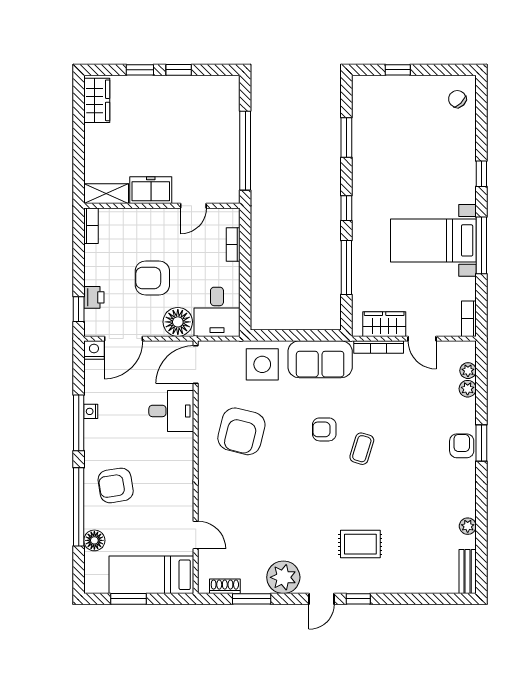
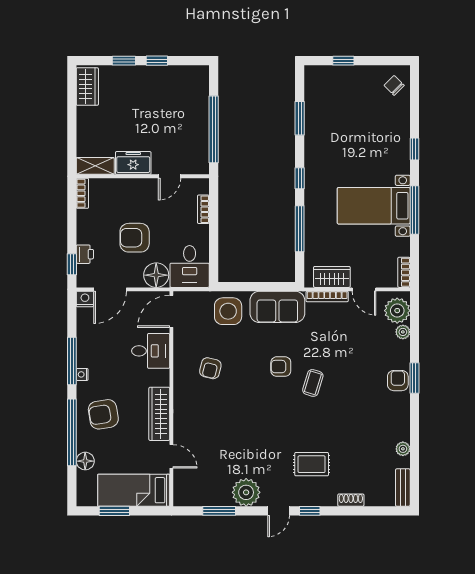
plant: (468, 371) -> (397, 311), width x1.88, depth x1.88
nightstand: (91, 411) -> (82, 374), moved
armchair: (241, 431) -> (210, 368), width x0.53, depth x0.53
wardrobe: (181, 485) -> (159, 414), added
shoe rack: (225, 586) -> (351, 500), moved

